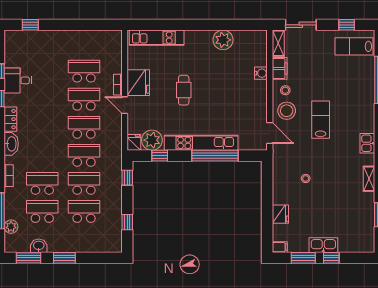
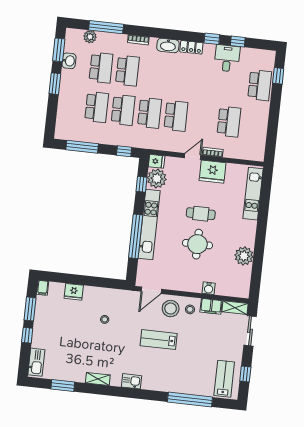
round table: (216, 90) -> (197, 244), added
school desk: (84, 99) -> (260, 85), moved
lab bench: (321, 120) -> (159, 340), turned 180
window: (127, 222) -> (82, 147), width x2.17
kitchen sink: (323, 245) -> (36, 362), moved

